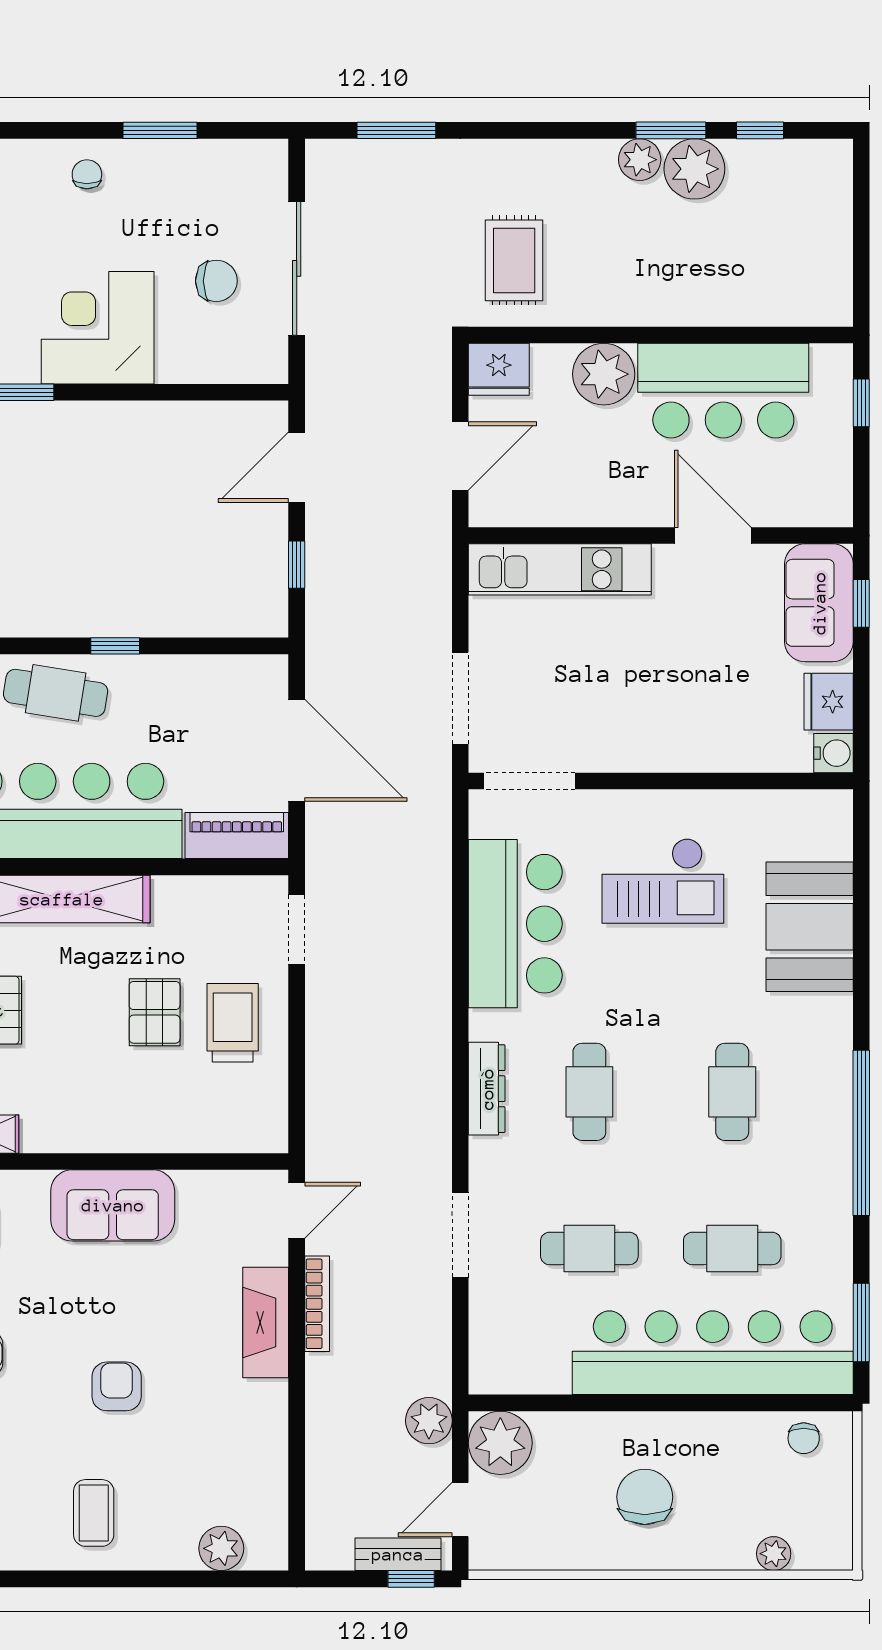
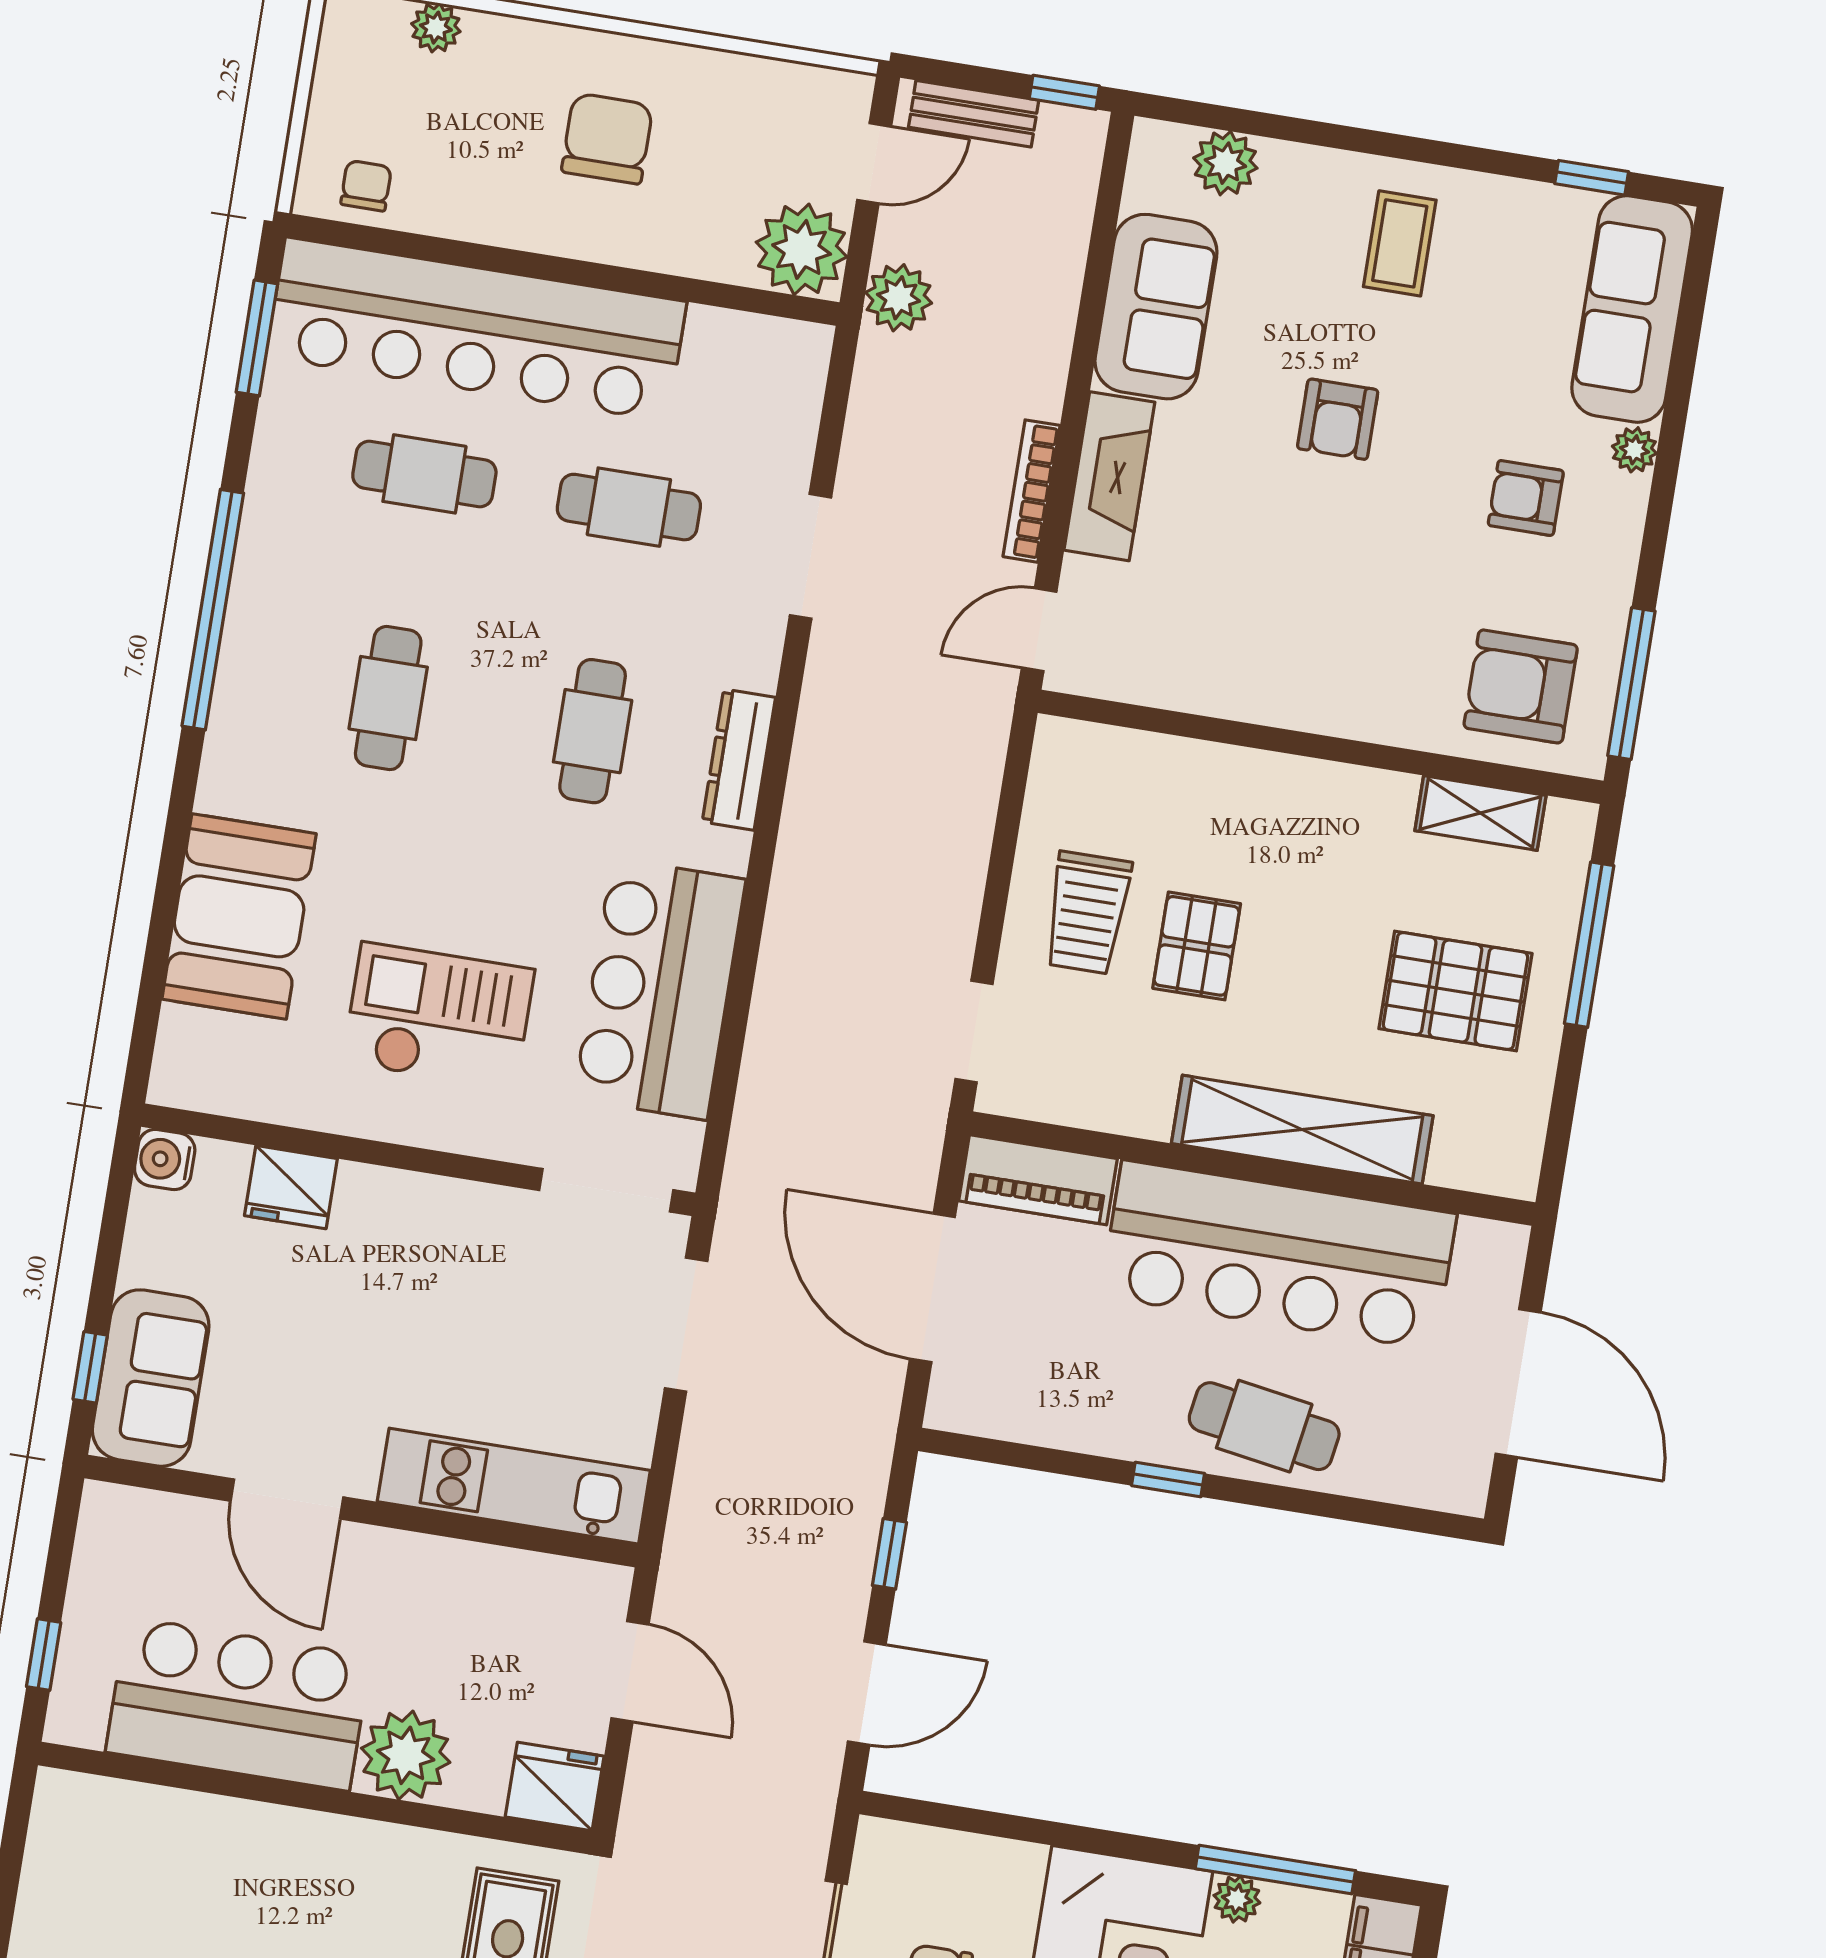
plant: (22, 368) -> (1237, 1899), added
door: (460, 456) -> (630, 1671), swing flipped
fridge: (829, 702) -> (291, 1187), moved, turned 90
sofa: (113, 1205) -> (1156, 307), moved, turned 90
chair: (645, 1497) -> (607, 139), turned 180
window: (411, 1579) -> (1064, 92), moved

